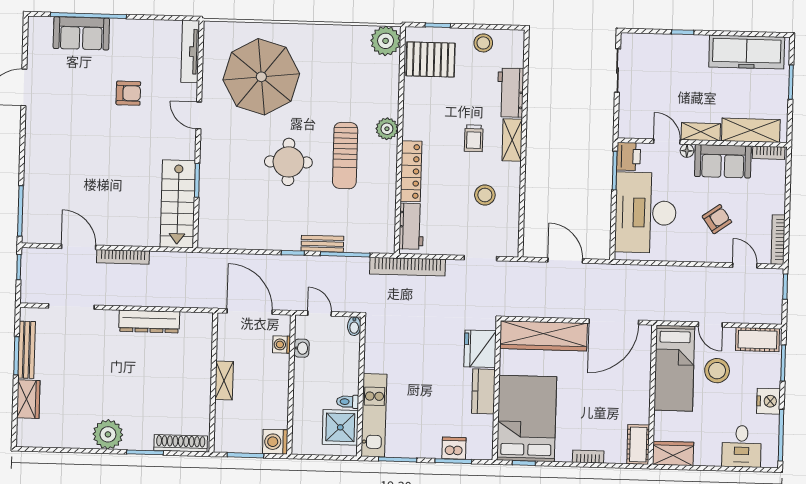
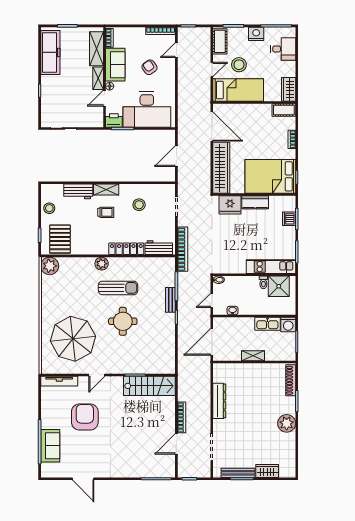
armchair: (128, 93) -> (85, 417), width x1.88, depth x1.88
washing machine: (282, 345) -> (231, 322), removed
kitchen sink: (277, 407) -> (267, 324), added

